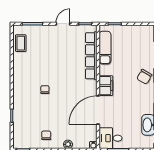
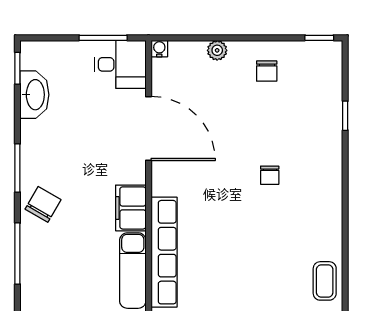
filing cabinet: (106, 86) -> (131, 208), moved
door: (98, 110) -> (149, 128), hinge flipped

